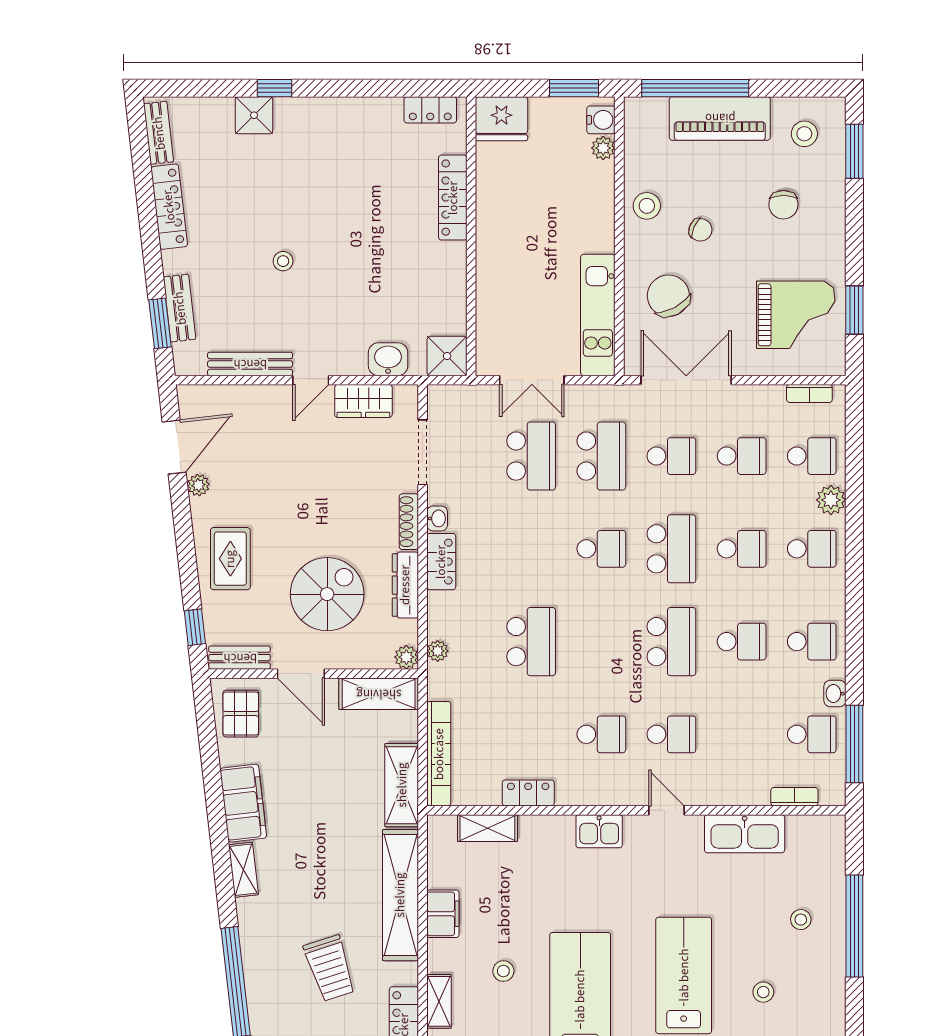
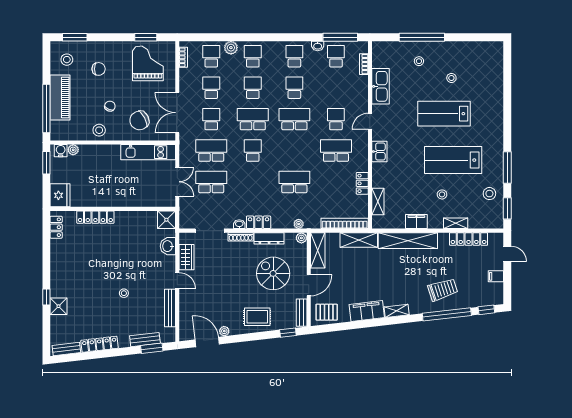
school desk: (601, 734) -> (336, 151), width x1.85
trolley: (330, 968) -> (443, 290), moved

